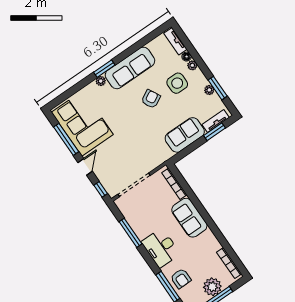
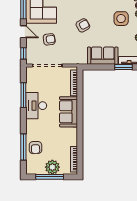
armchair: (151, 99) -> (83, 25), moved
armchair: (117, 156) -> (49, 39), added
door: (85, 167) -> (23, 32), hinge flipped
desk: (161, 248) -> (36, 106), moved

